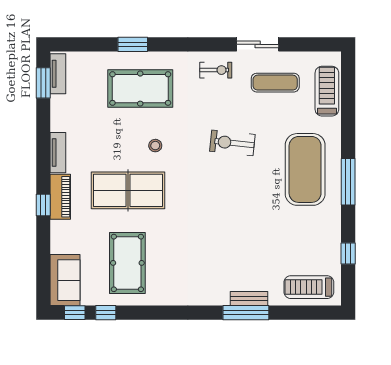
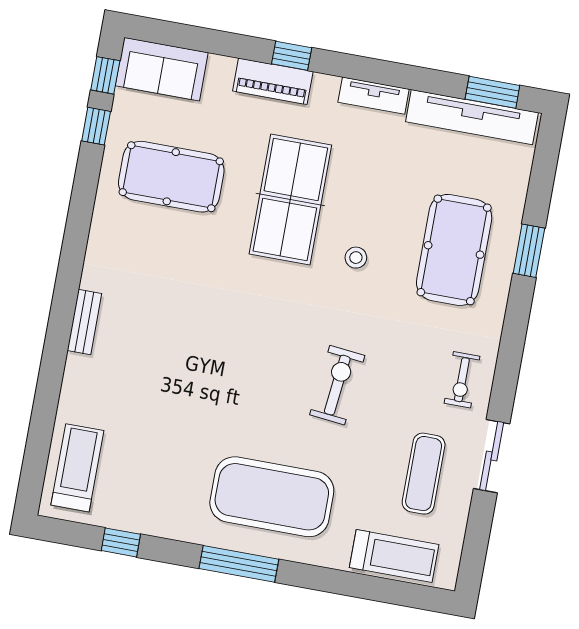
tv unit: (58, 74) -> (472, 117), width x1.92, depth x1.29
piano: (60, 197) -> (273, 81), moved
bench: (249, 299) -> (84, 322), moved
window: (246, 313) -> (54, 357), removed

